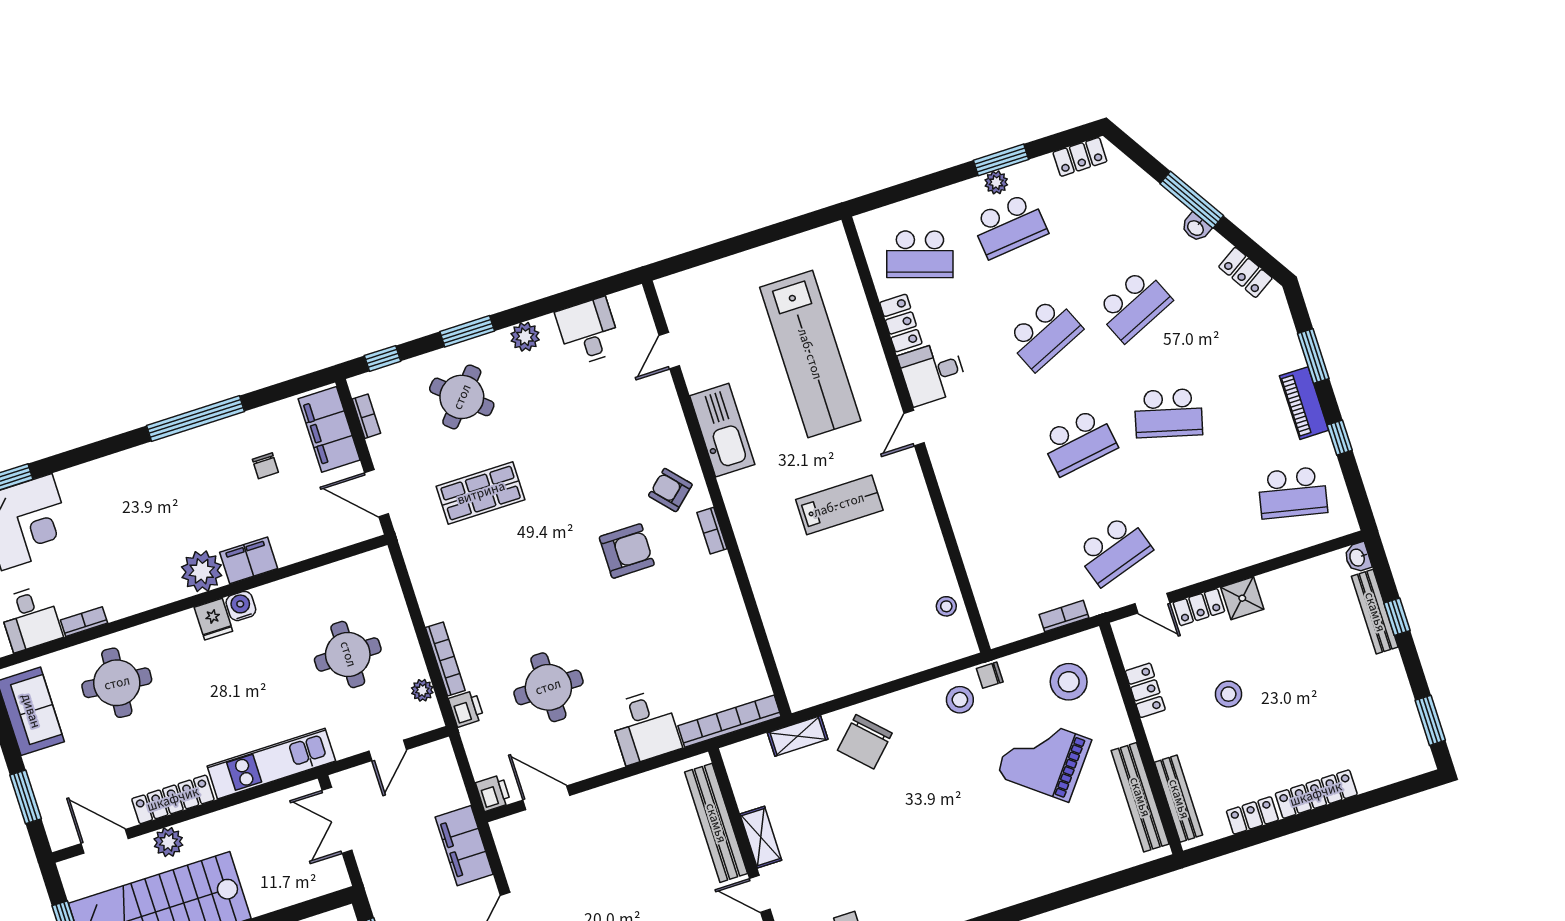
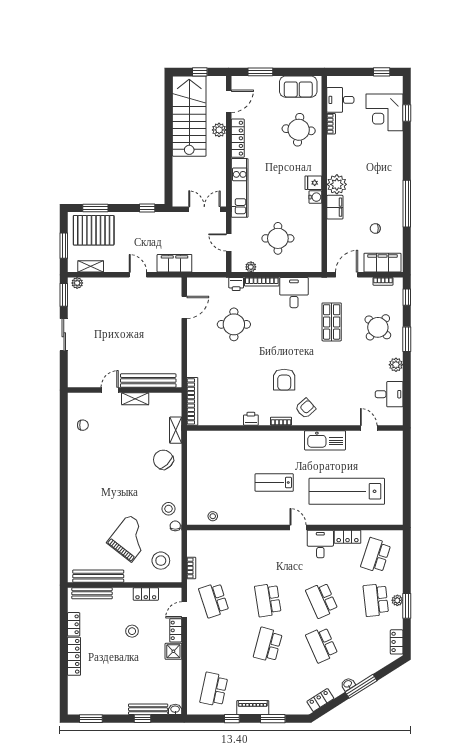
lab bench: (839, 505) -> (274, 483), turned 90
desk: (645, 727) -> (294, 293), moved, turned 90
printer: (493, 793) -> (251, 419), moved, turned 180

